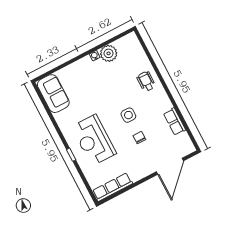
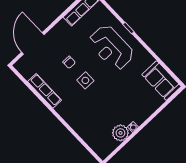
wheelchair: (146, 81) -> (78, 117), removed
row of seats: (175, 122) -> (45, 91), width x1.48
reception desk: (94, 140) -> (111, 48), turned 180

